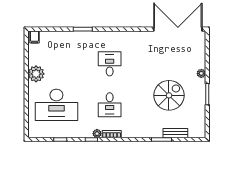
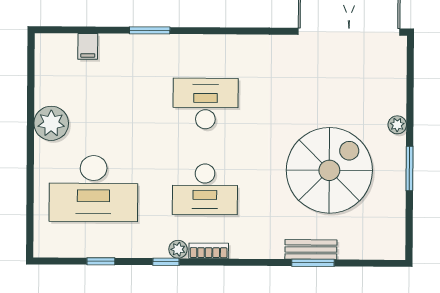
filing cabinet: (35, 37) -> (88, 46), moved
desk: (110, 64) -> (205, 104), width x1.37
spiral stairs: (169, 95) -> (329, 170), width x1.37, depth x1.37
desk: (110, 105) -> (205, 189), width x1.37
bench: (175, 133) -> (311, 249), moved

